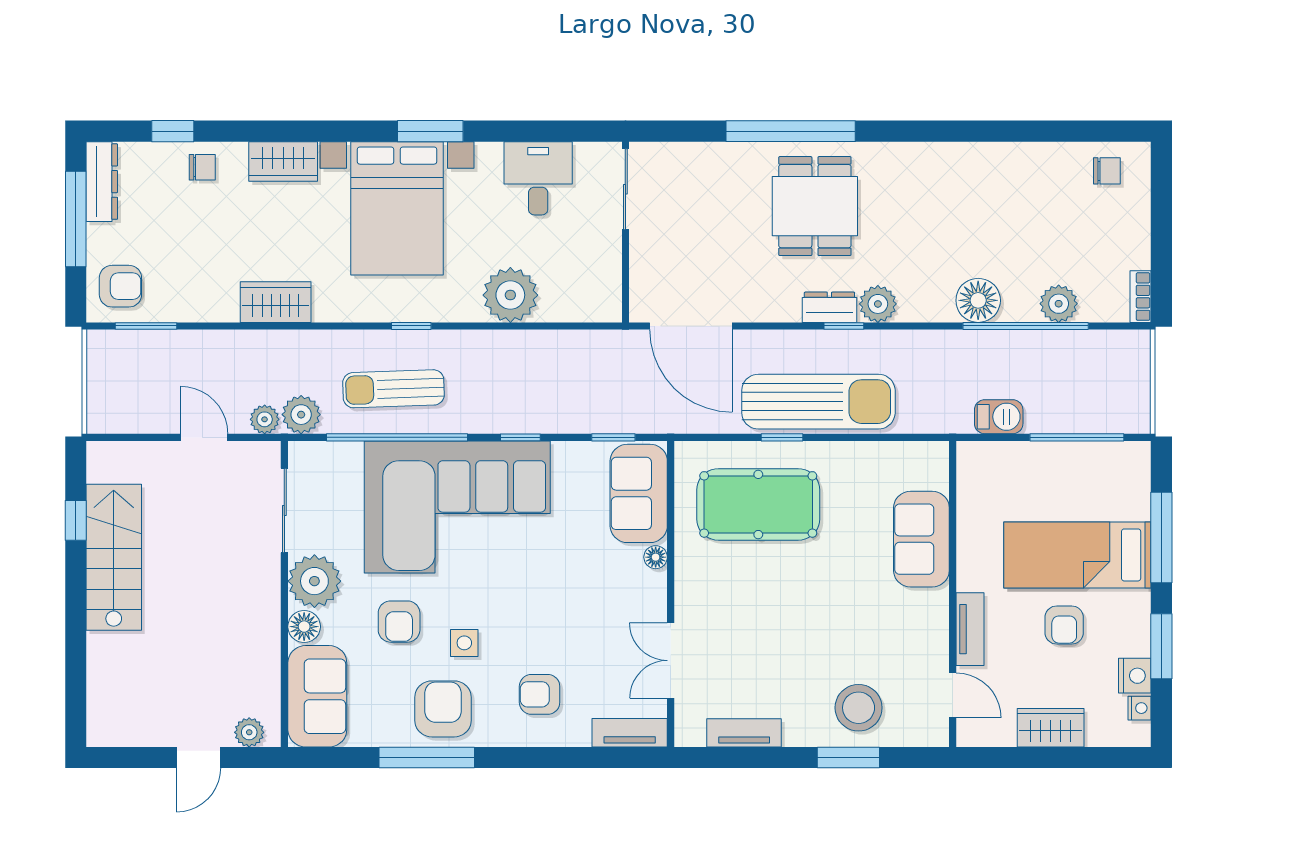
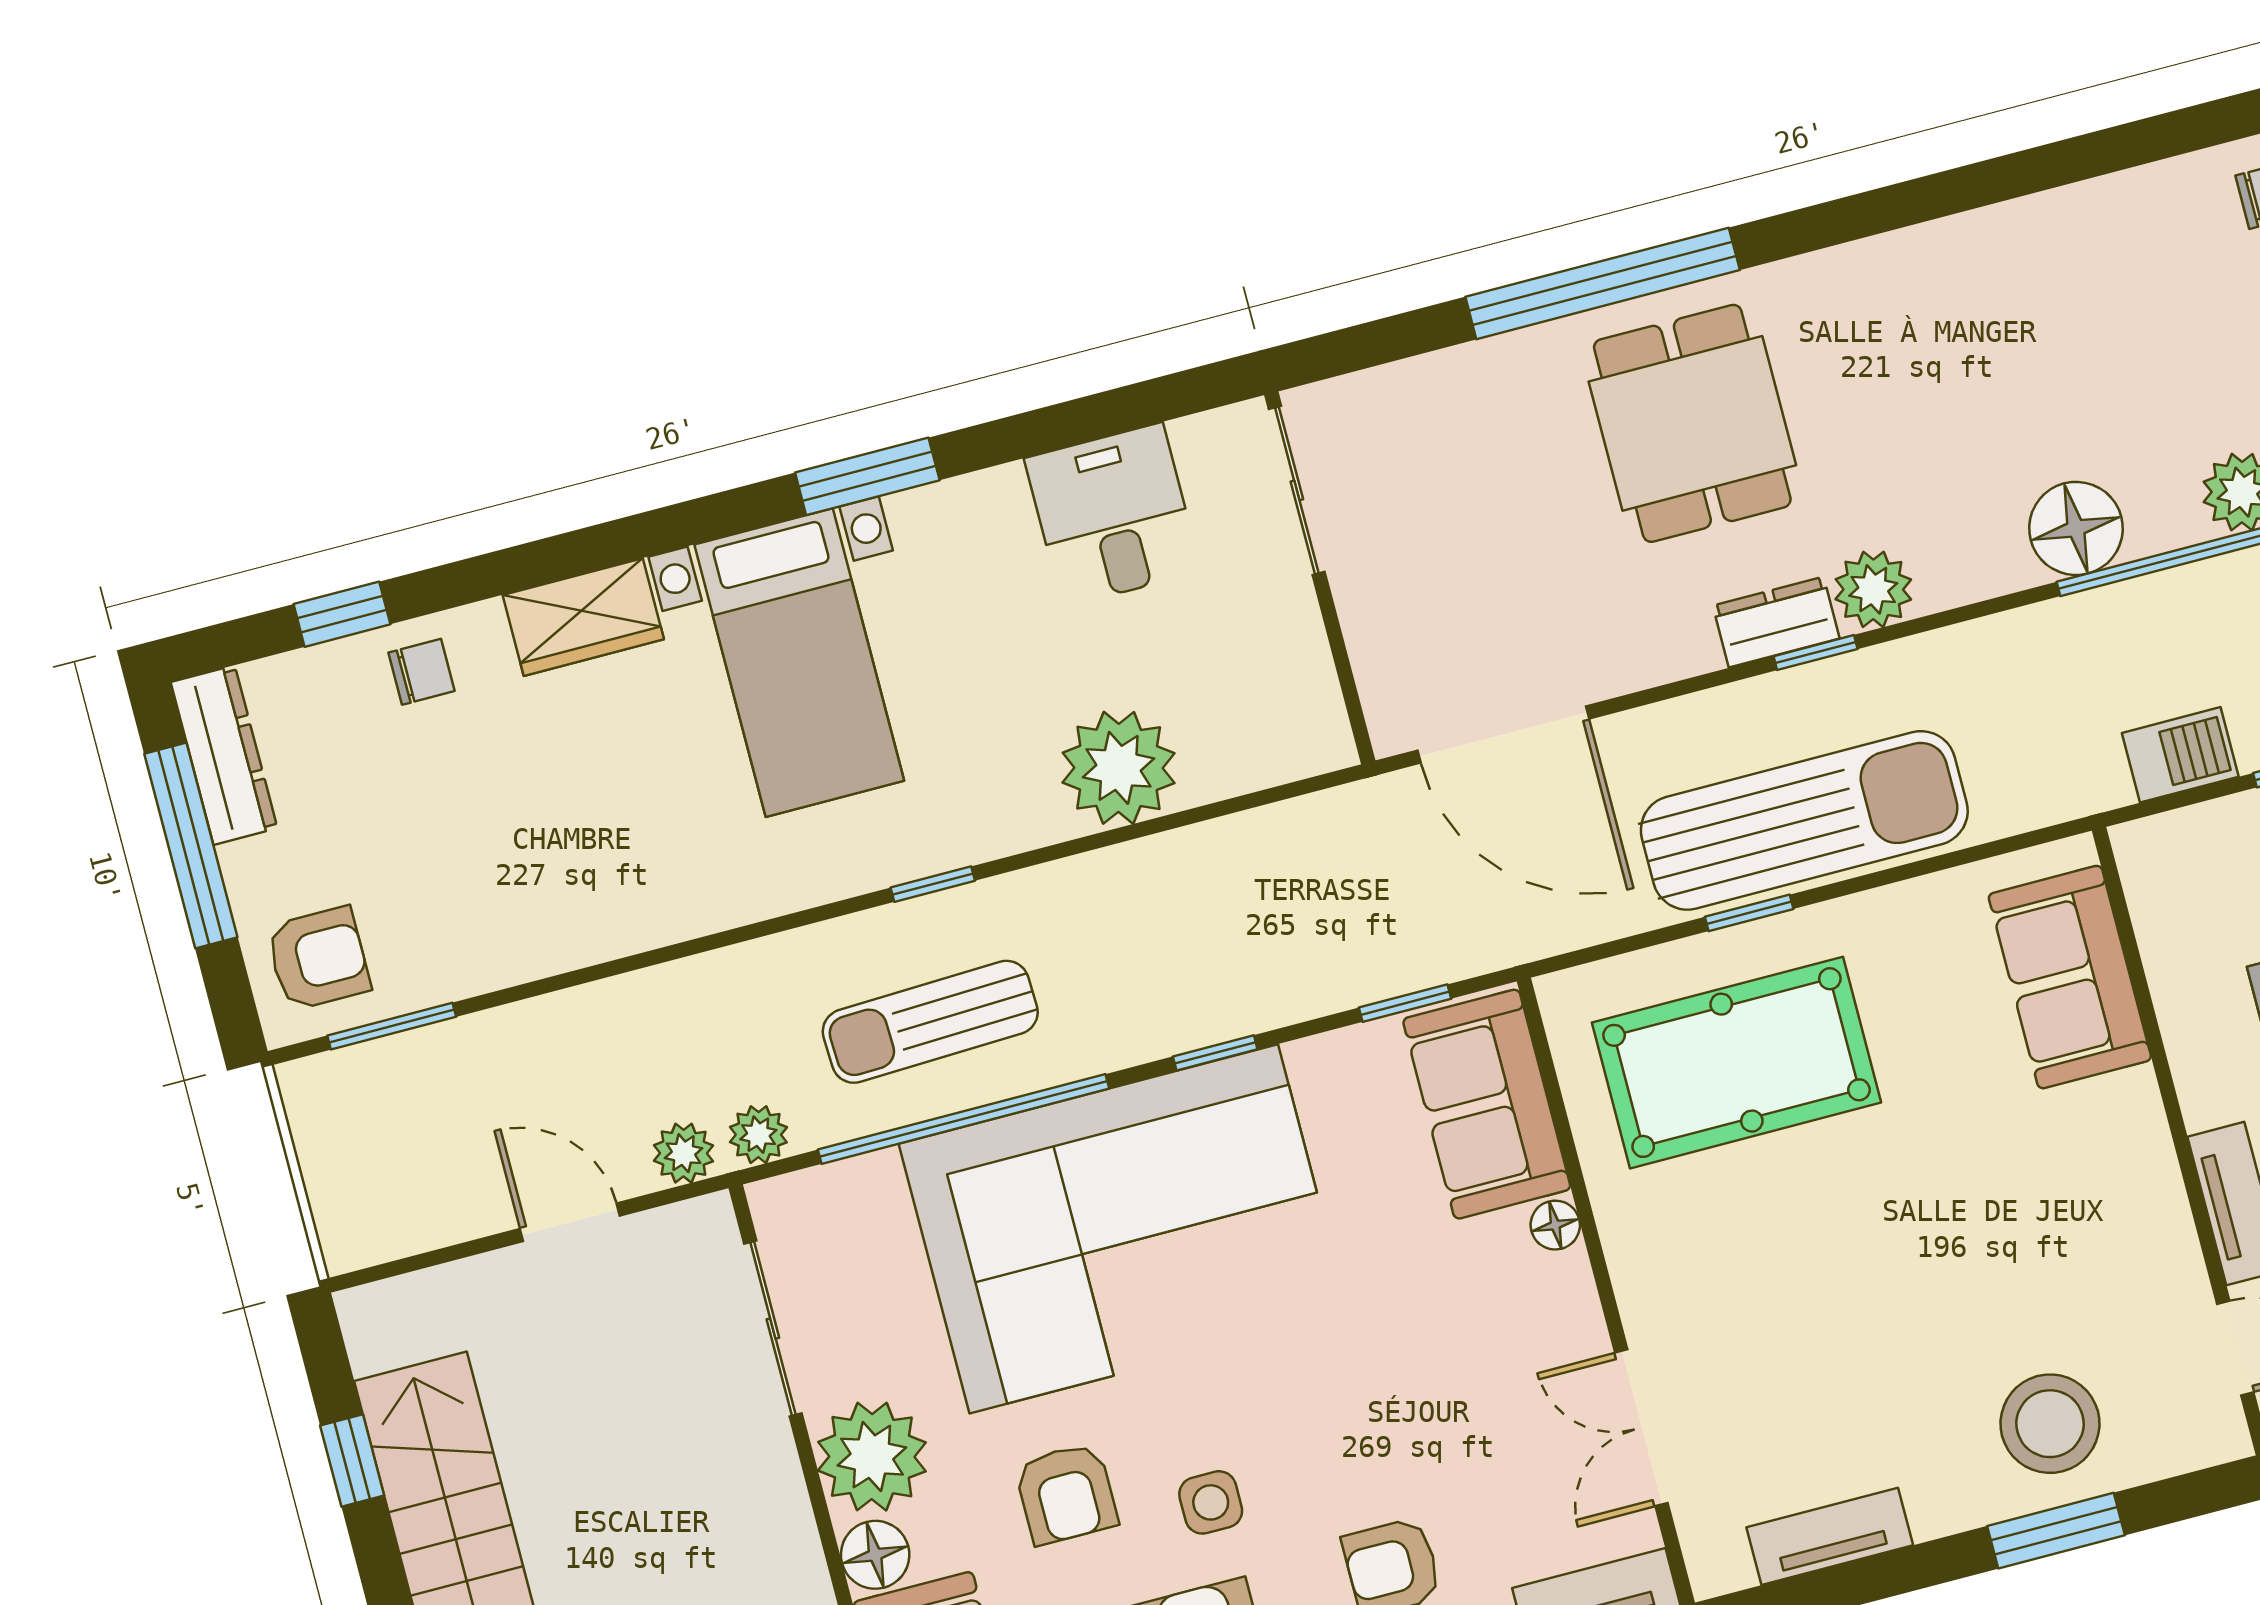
bed with nightstands: (397, 208) -> (799, 663), width x0.73
wardrobe: (276, 302) -> (643, 908), removed
plant: (301, 415) -> (758, 1135), width x0.73, depth x0.73
sofa: (921, 539) -> (2070, 977), moved

